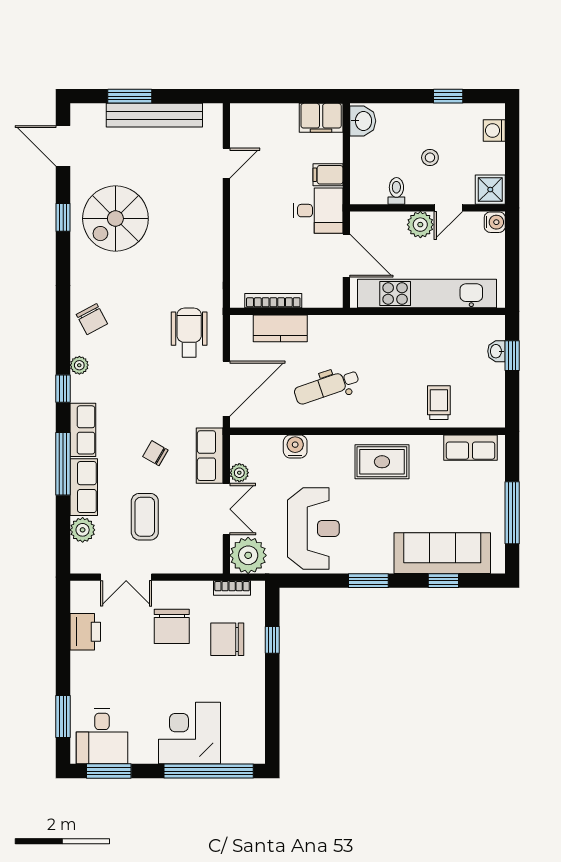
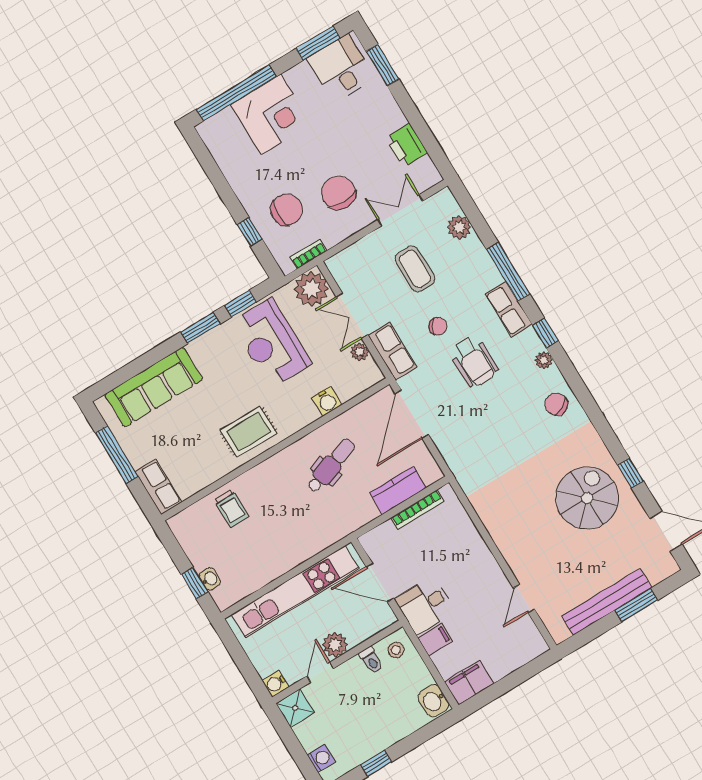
stool: (430, 158) -> (396, 650), moved
wheelchair: (189, 333) -> (474, 361), moved
row of seats: (470, 448) -> (158, 487), moved, turned 90
row of seats: (84, 487) -> (480, 263), removed
window: (443, 581) -> (240, 304), moved

